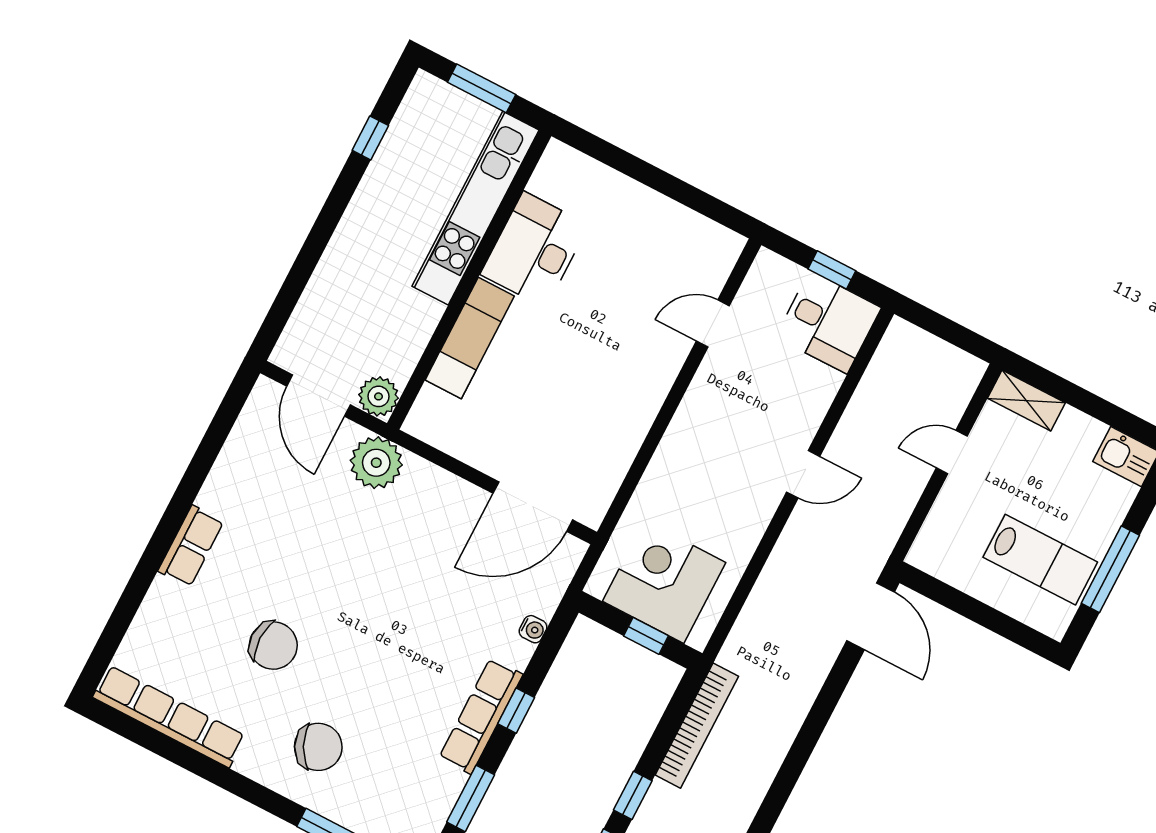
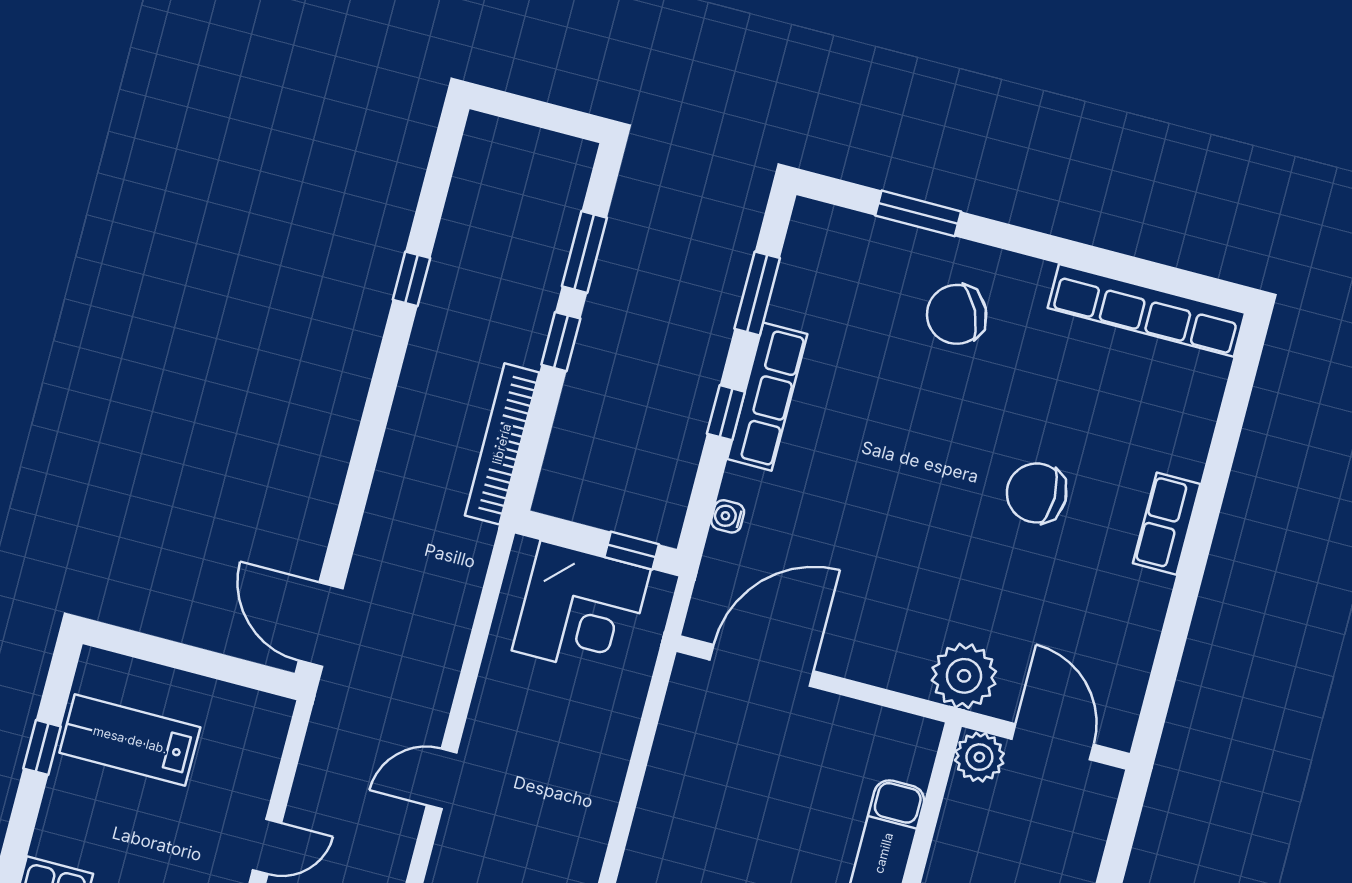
window: (1110, 569) -> (42, 747), width x0.46
window: (646, 636) -> (632, 551), moved
chair: (273, 645) -> (1037, 493), moved

